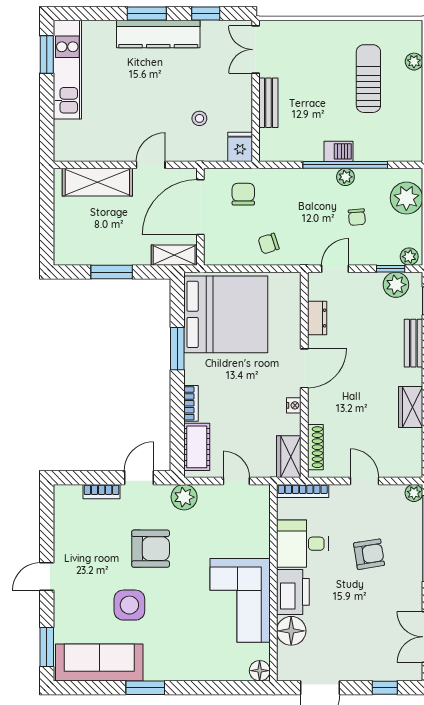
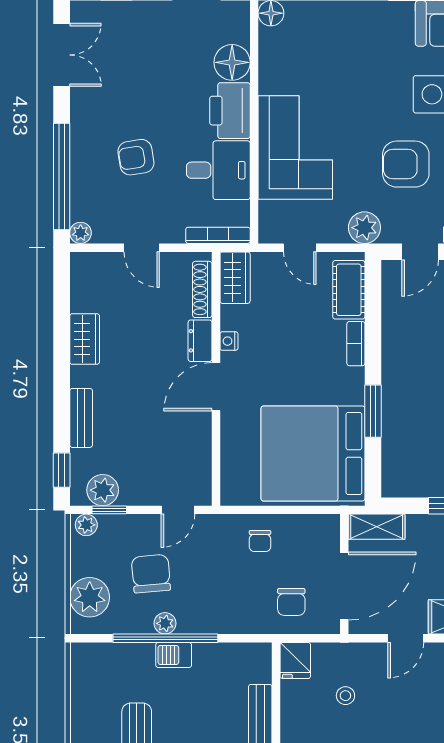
chair: (357, 217) -> (151, 574), width x1.87, depth x1.87
chair: (269, 244) -> (260, 541), turned 108
dresser: (317, 318) -> (200, 341), moved
corner sofa: (240, 600) -> (295, 147), moved

